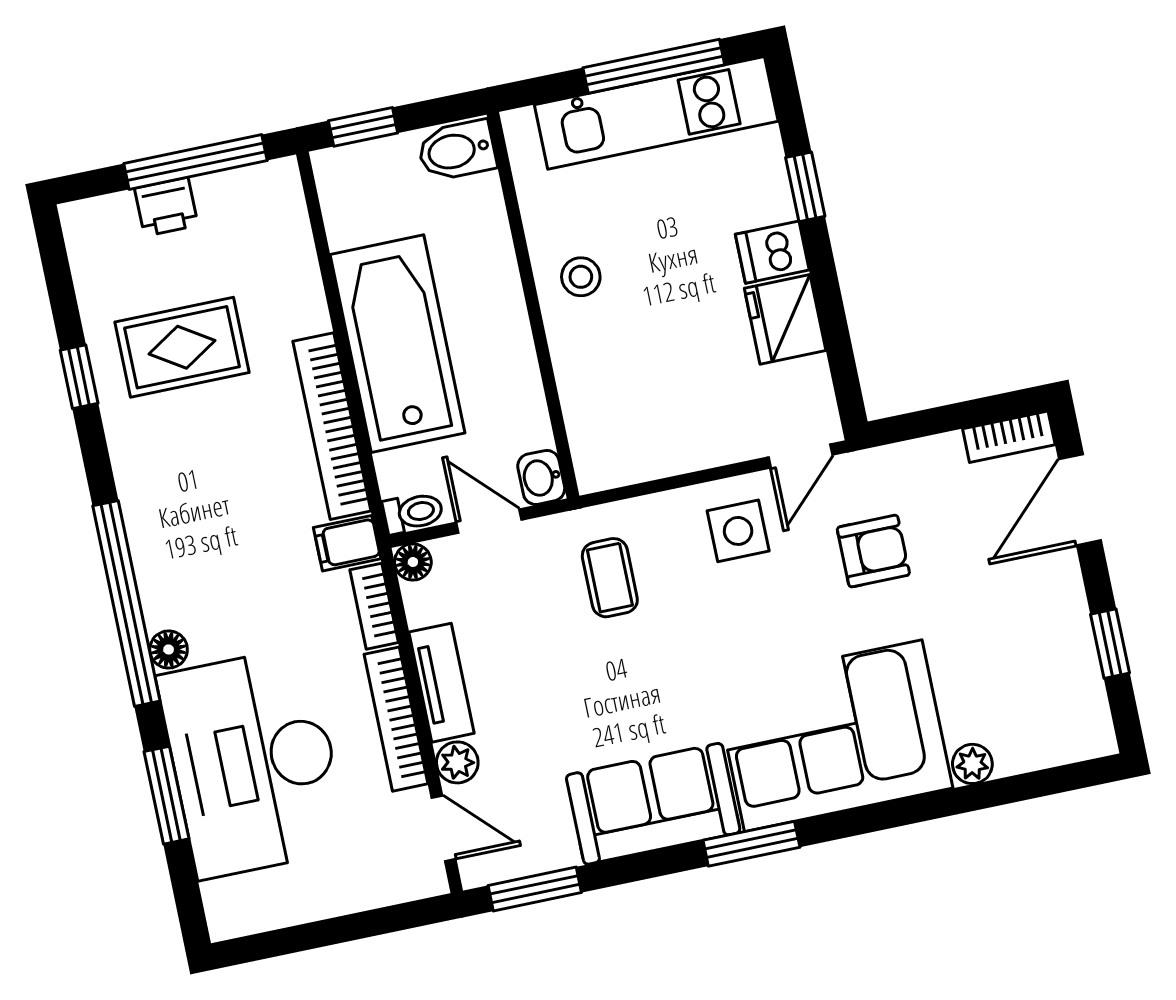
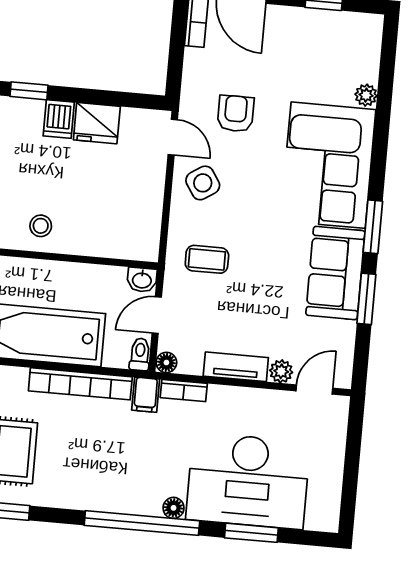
side table: (738, 531) -> (203, 183), turned -33
bookcase: (396, 719) -> (248, 397), removed
window: (535, 889) -> (366, 299), moved

